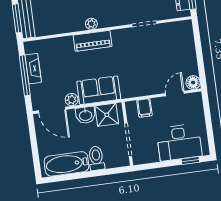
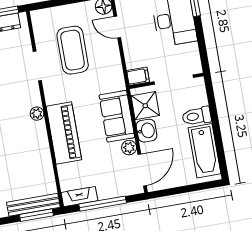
plant: (91, 24) -> (37, 114), moved
piano: (93, 41) -> (64, 133), width x1.37, depth x1.33
coffee table: (157, 55) -> (73, 50), added
fireplace: (33, 69) -> (79, 197), moved
filing cabinet: (144, 108) -> (138, 76), moved

